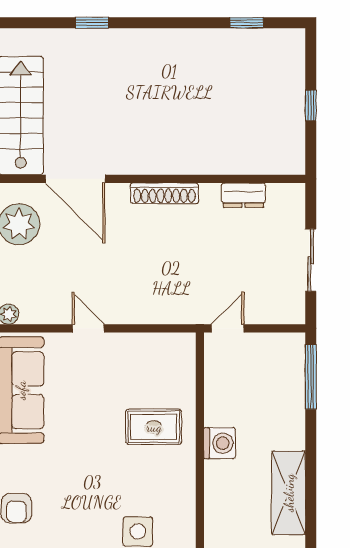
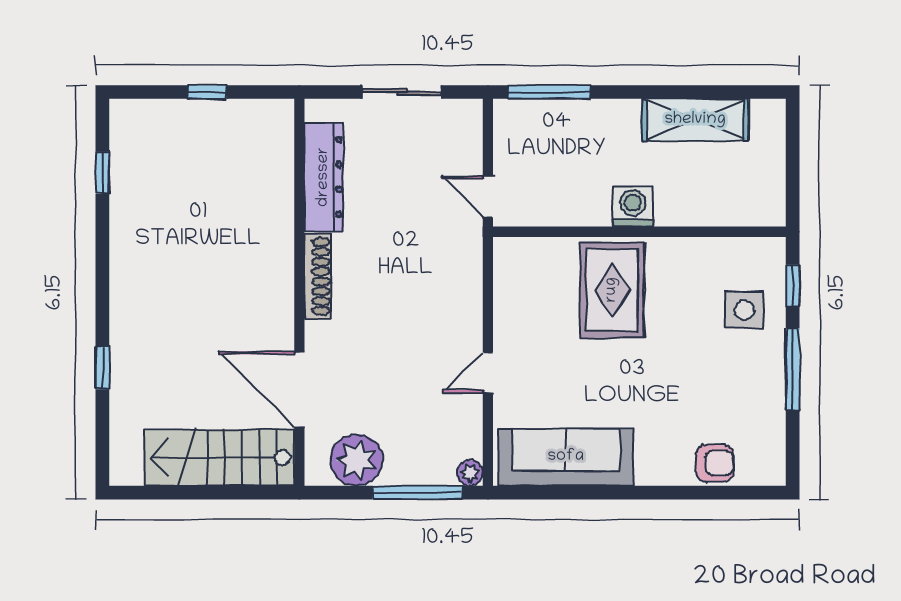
door: (75, 179) -> (299, 389), swing flipped
dresser: (243, 195) -> (324, 177), width x1.96, depth x1.24
rug: (154, 427) -> (612, 290), width x1.36, depth x1.43

